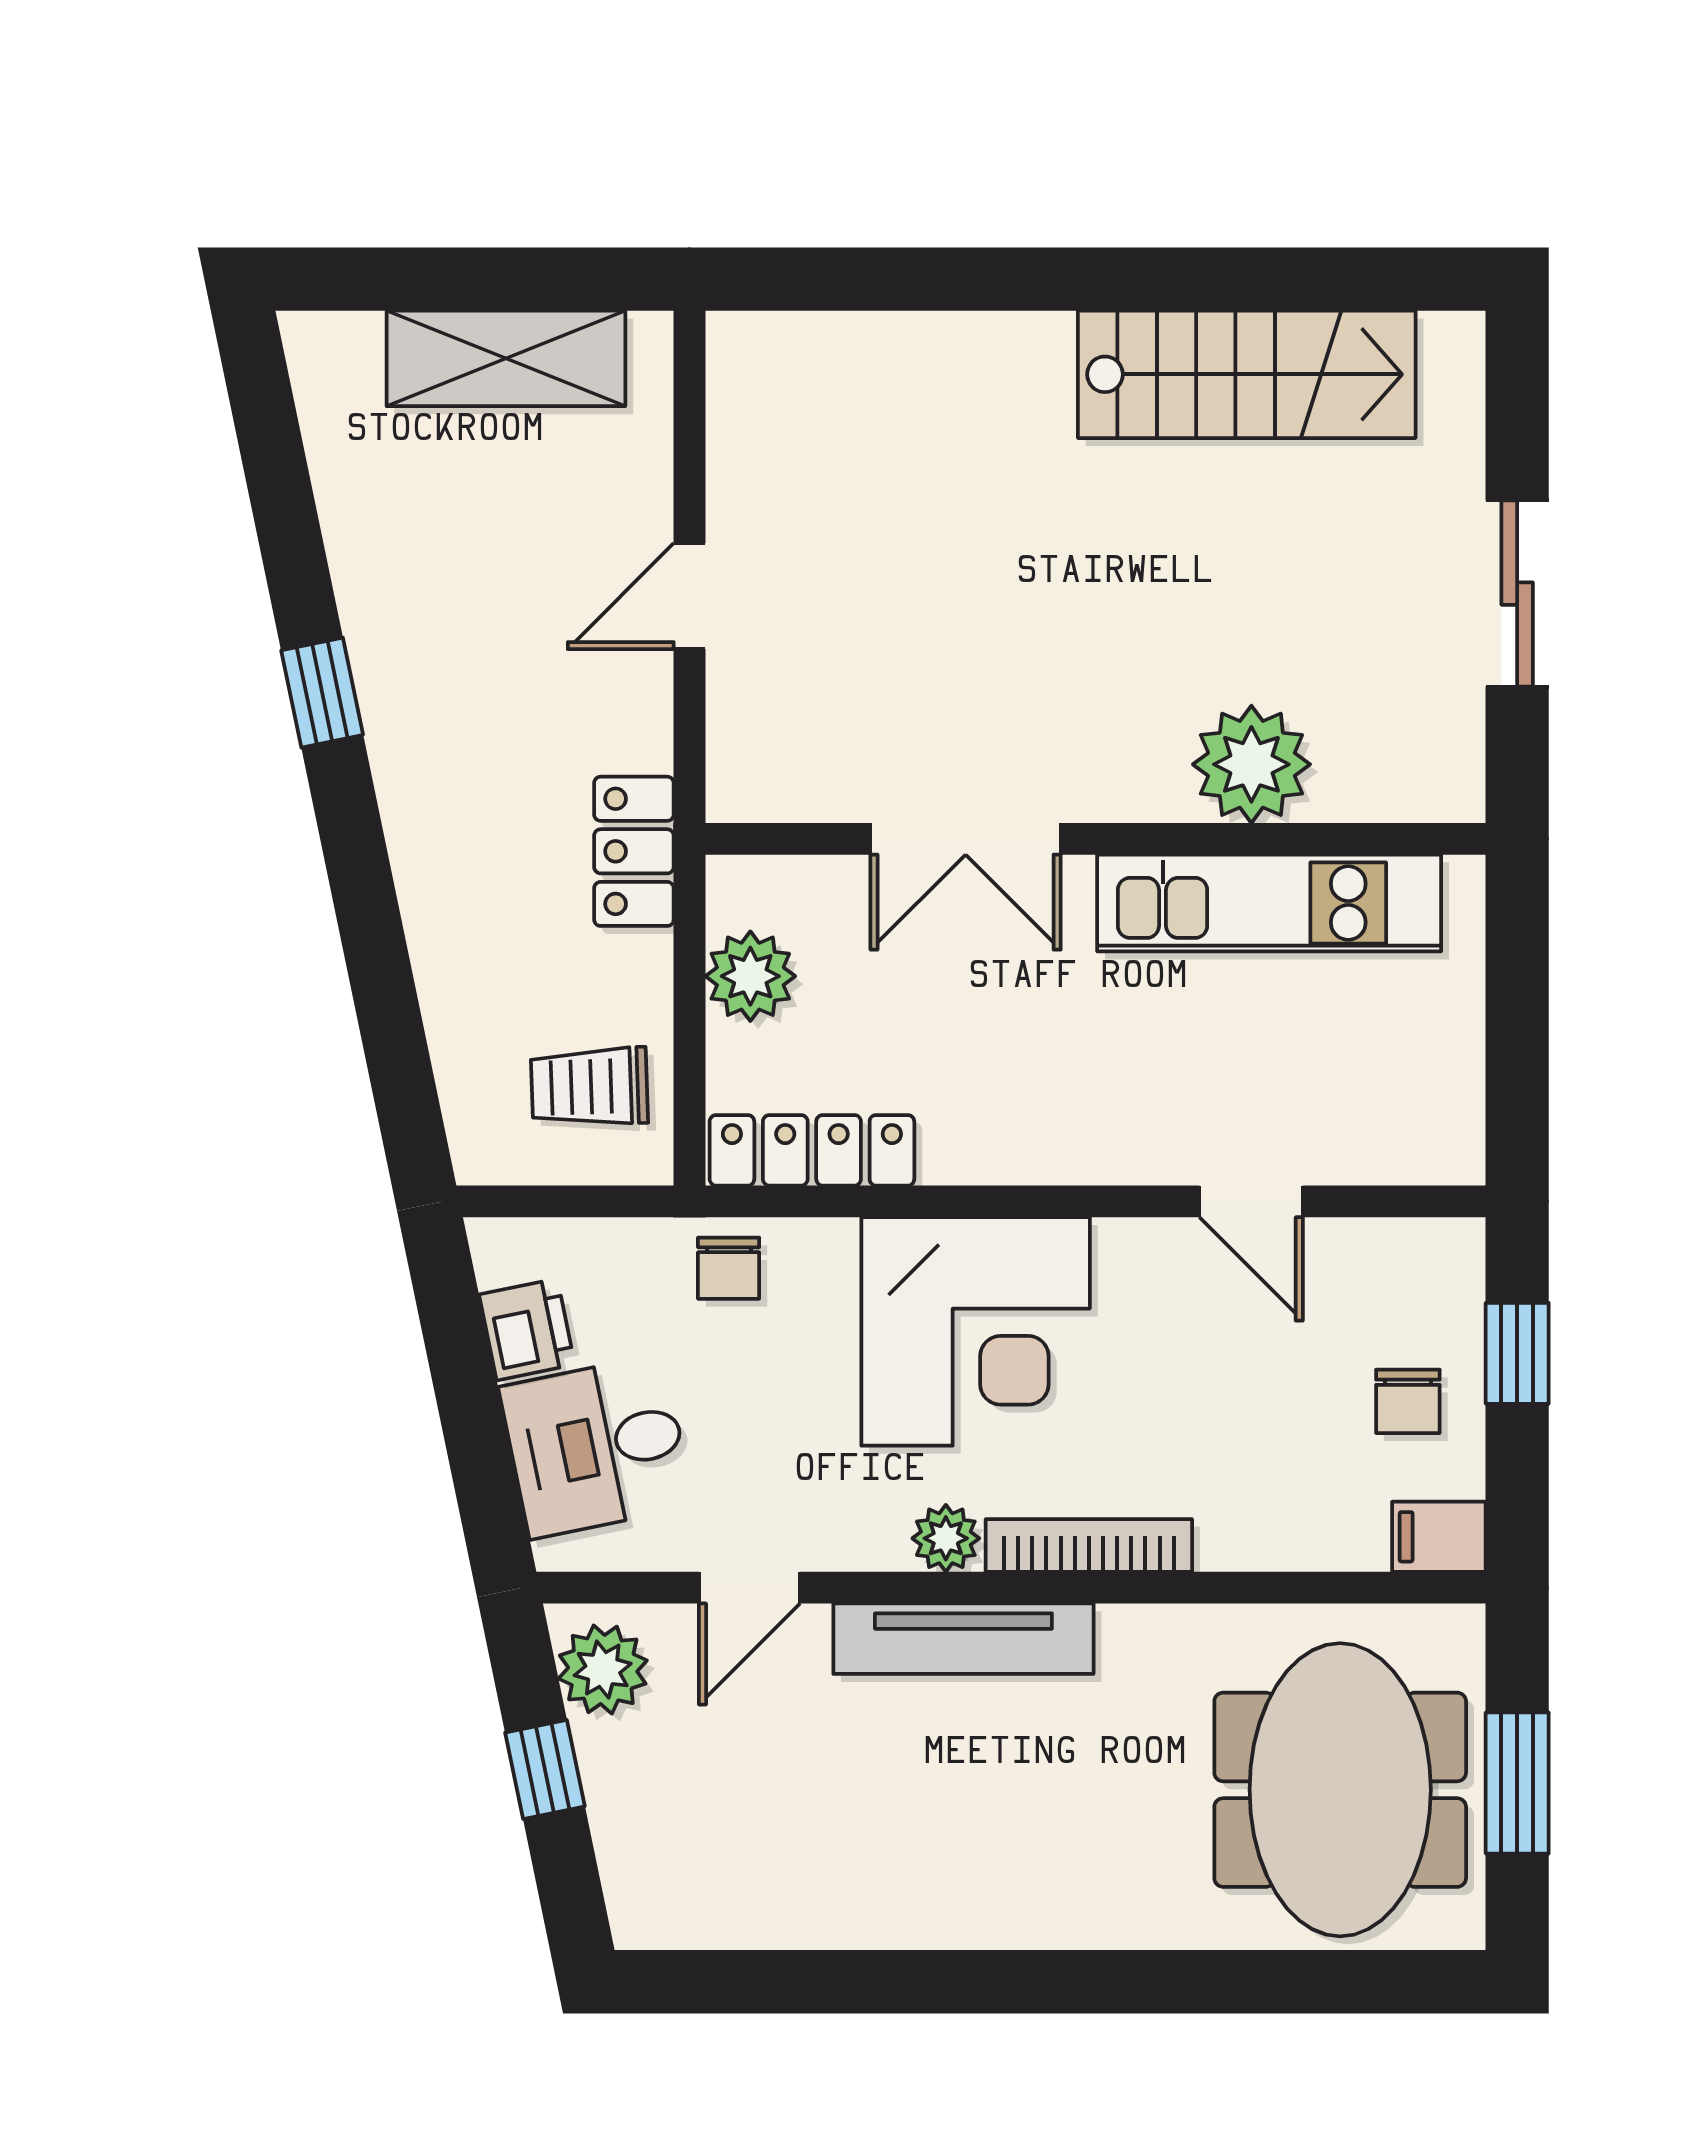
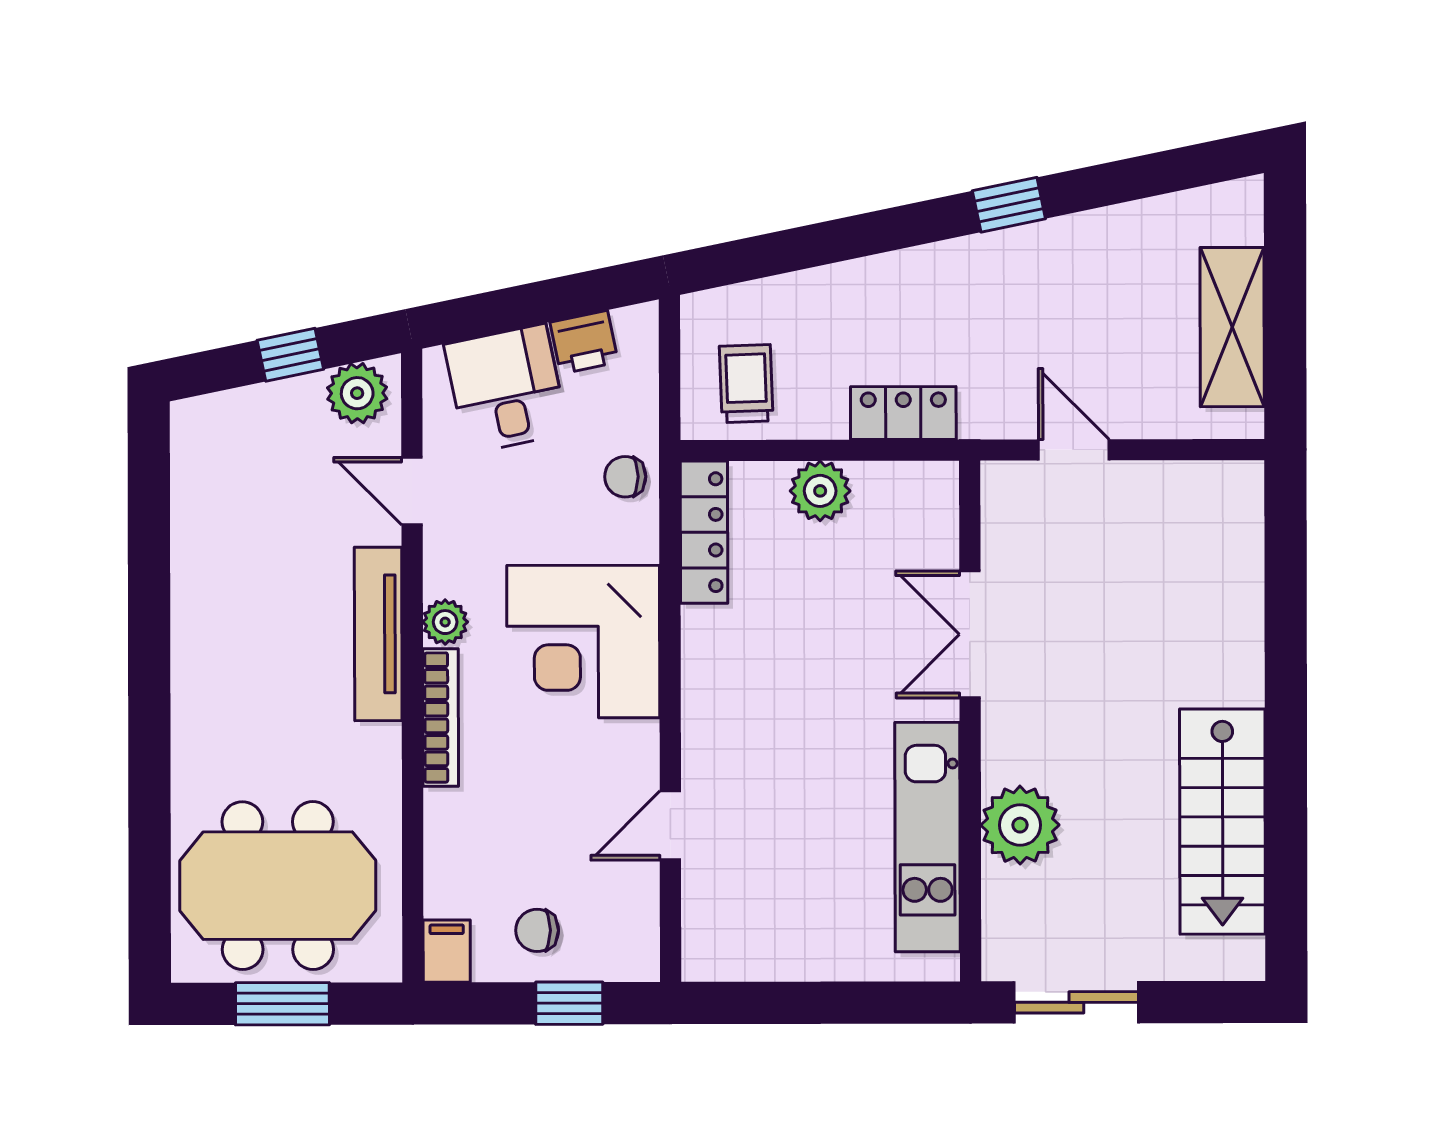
plant: (1251, 764) -> (1020, 825), moved
double door: (966, 839) -> (970, 634), moved
wall: (1095, 839) -> (970, 721), moved
kitchen unit: (1269, 903) -> (927, 837), moved

